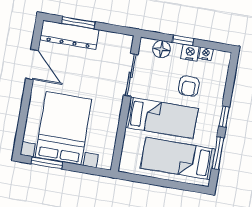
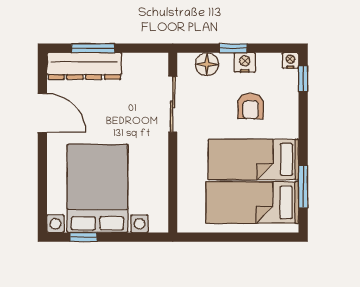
nightstand: (206, 54) -> (290, 60), moved
window: (224, 117) -> (303, 78), moved
bed: (162, 118) -> (253, 159), moved, turned 180
window: (47, 163) -> (84, 237), width x0.67

